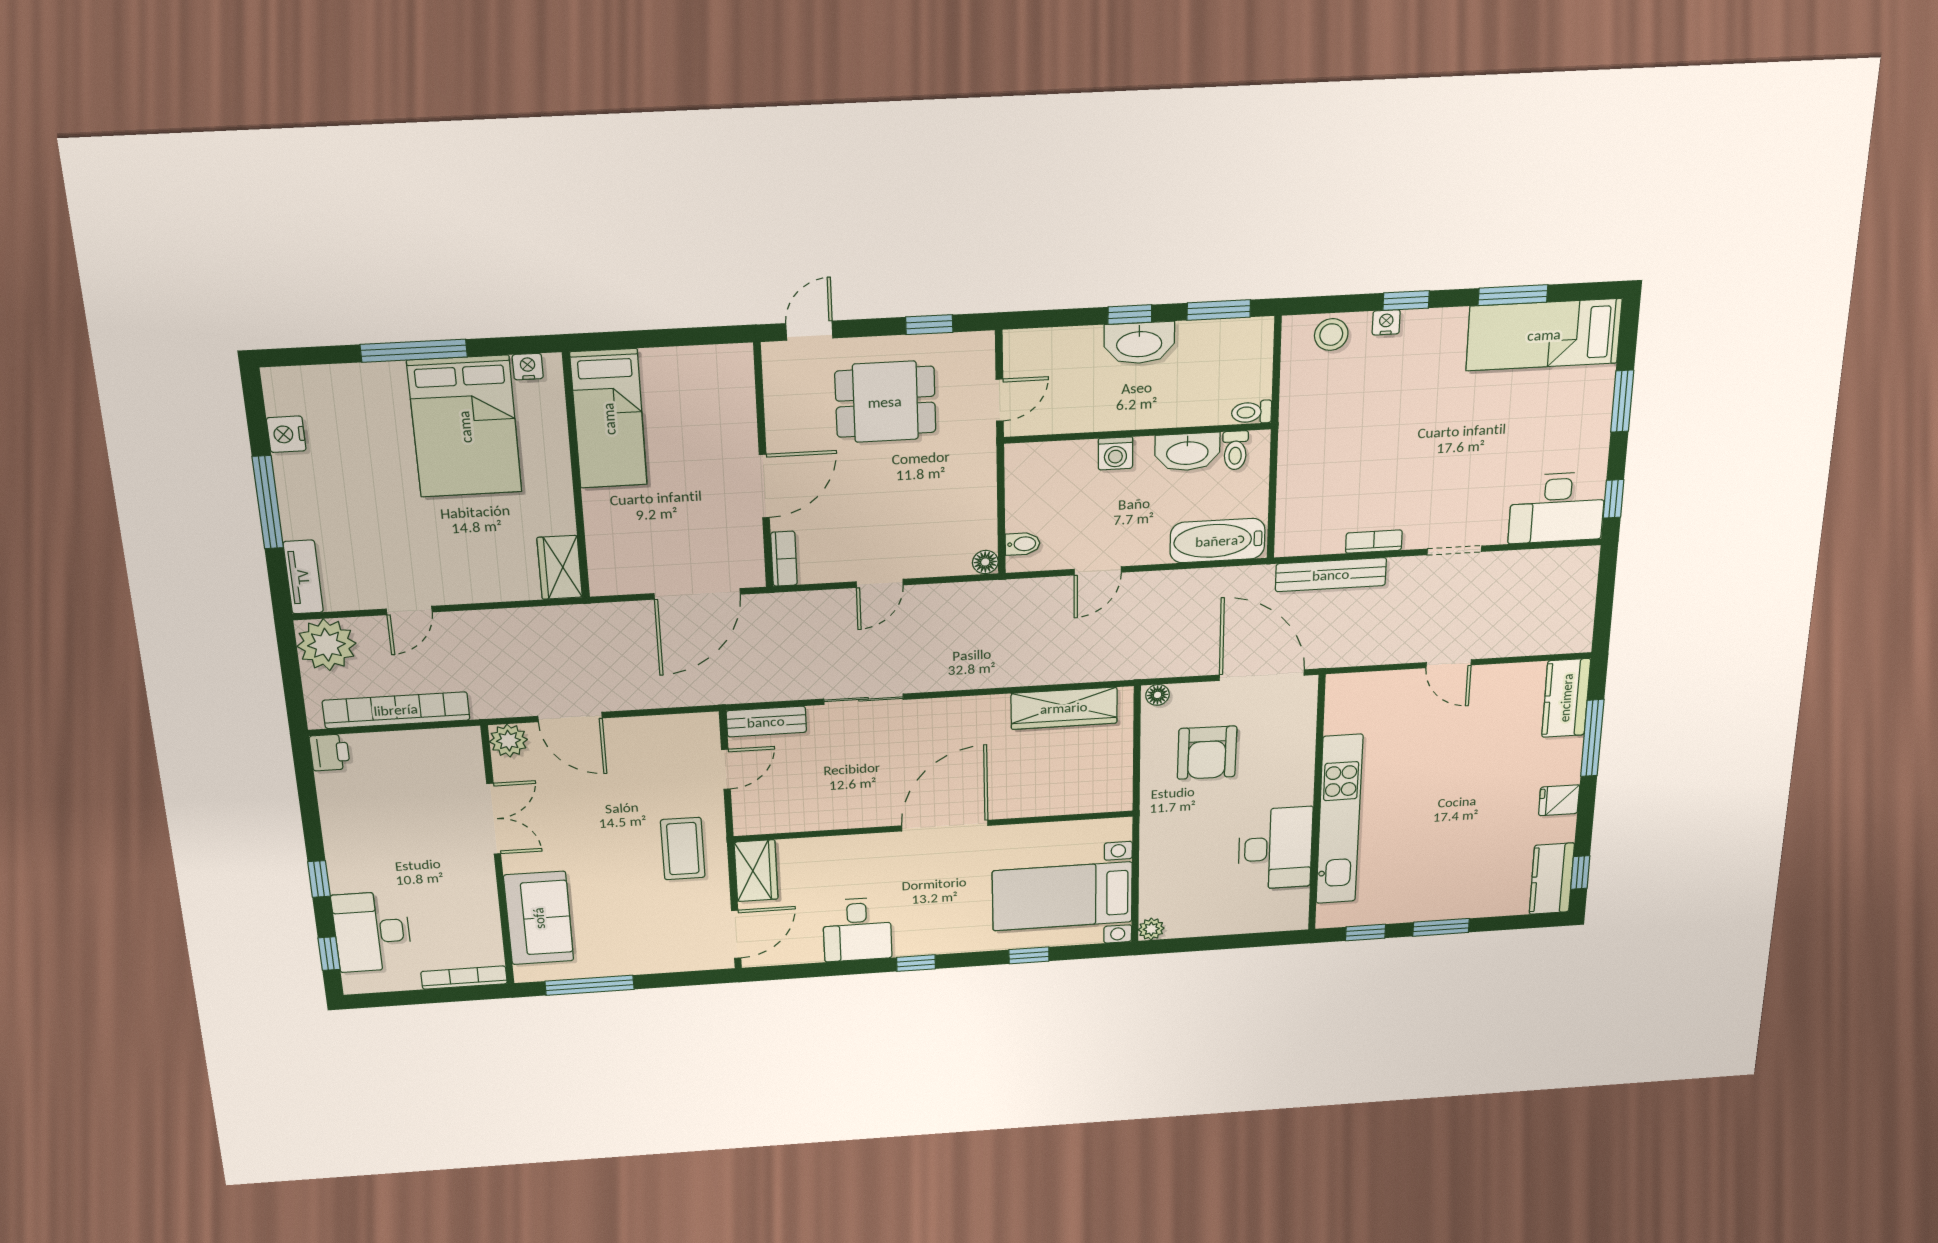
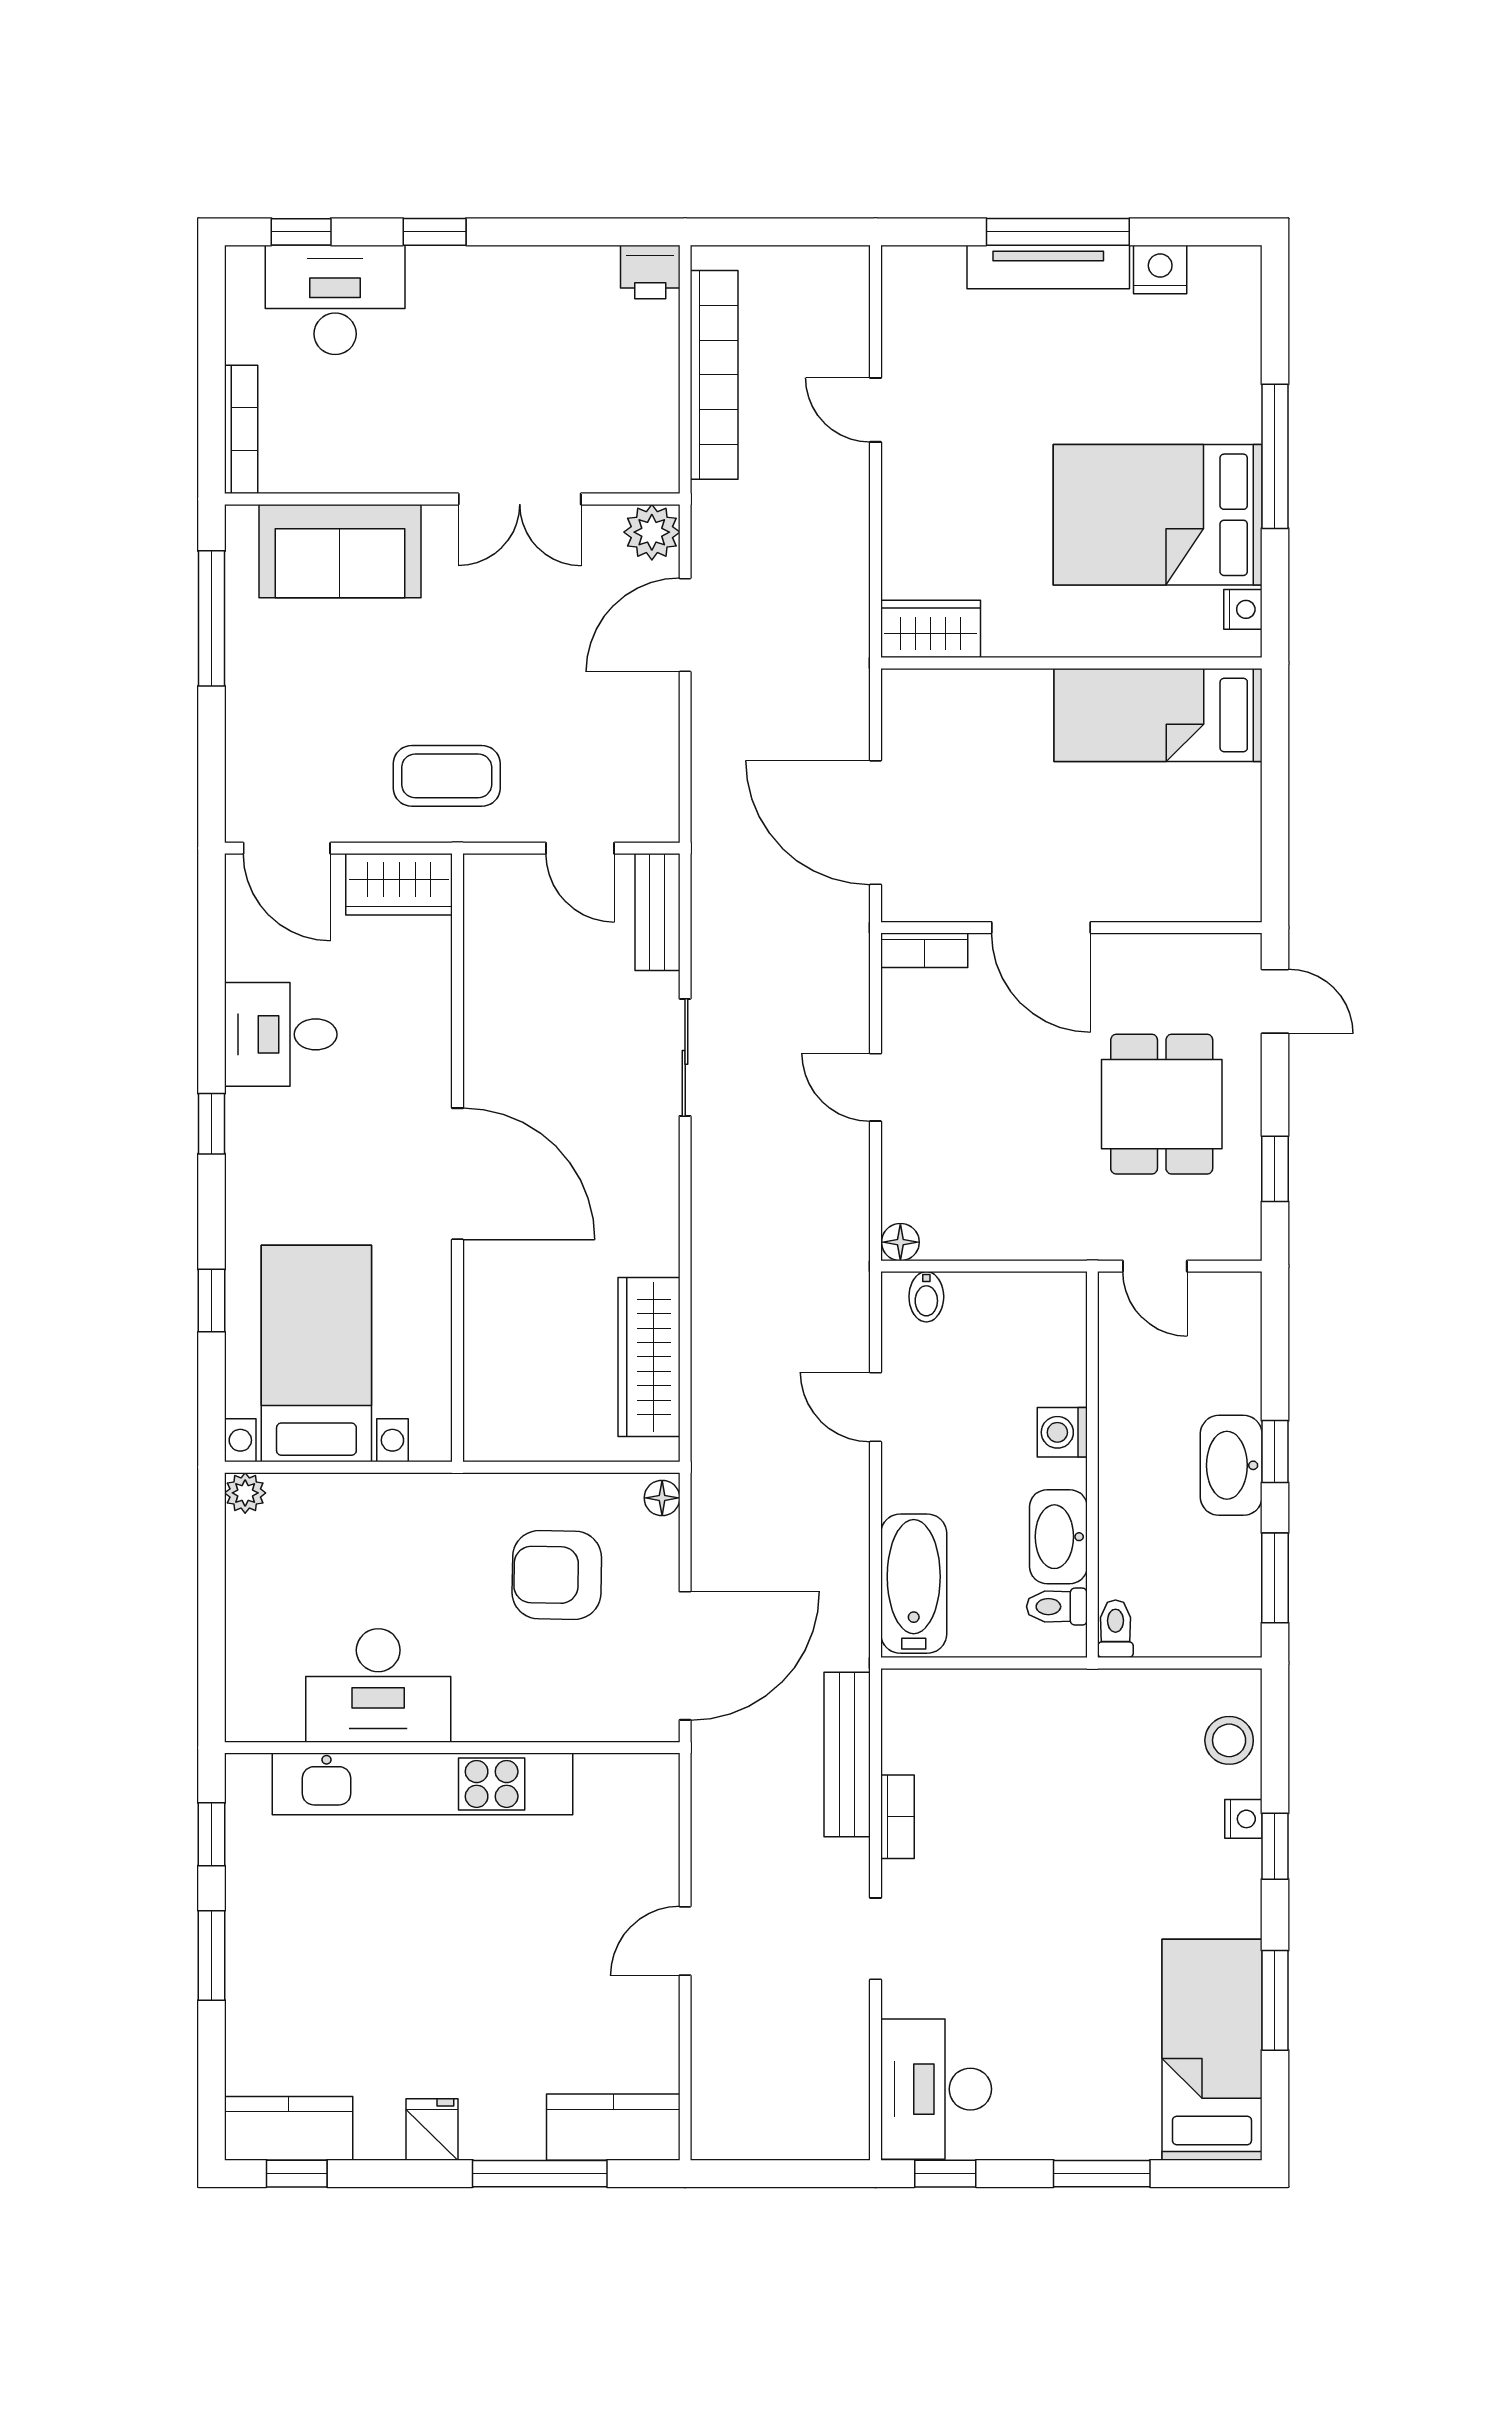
tv unit: (303, 577) -> (1048, 267), moved, width x1.41
plant: (326, 645) -> (828, 287), removed

